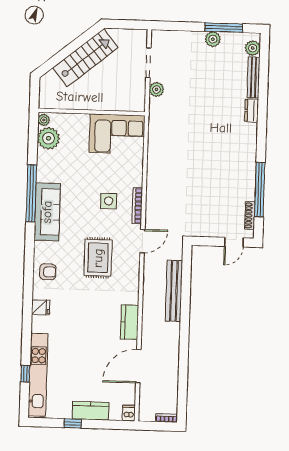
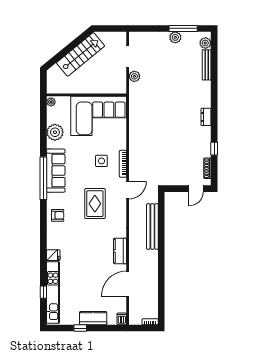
dresser: (252, 111) -> (206, 117), moved
corner sofa: (117, 134) -> (99, 116), width x1.36, depth x1.36
plant: (49, 138) -> (55, 132), moved
window: (260, 190) -> (214, 149), width x0.32
window: (31, 193) -> (43, 178), moved
fridge: (41, 307) -> (53, 255), moved

